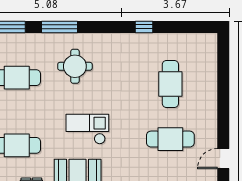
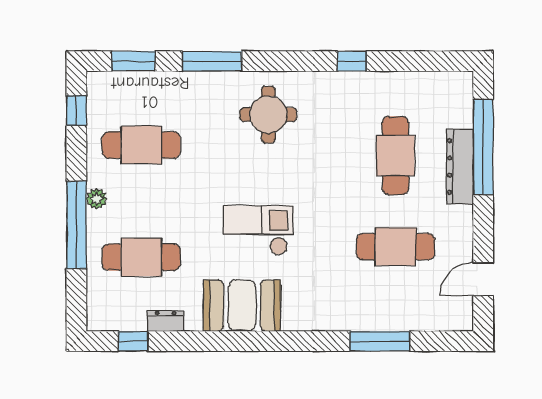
round table: (75, 66) -> (268, 115), moved
window: (223, 79) -> (483, 147), added
dresser: (209, 91) -> (460, 167), added

